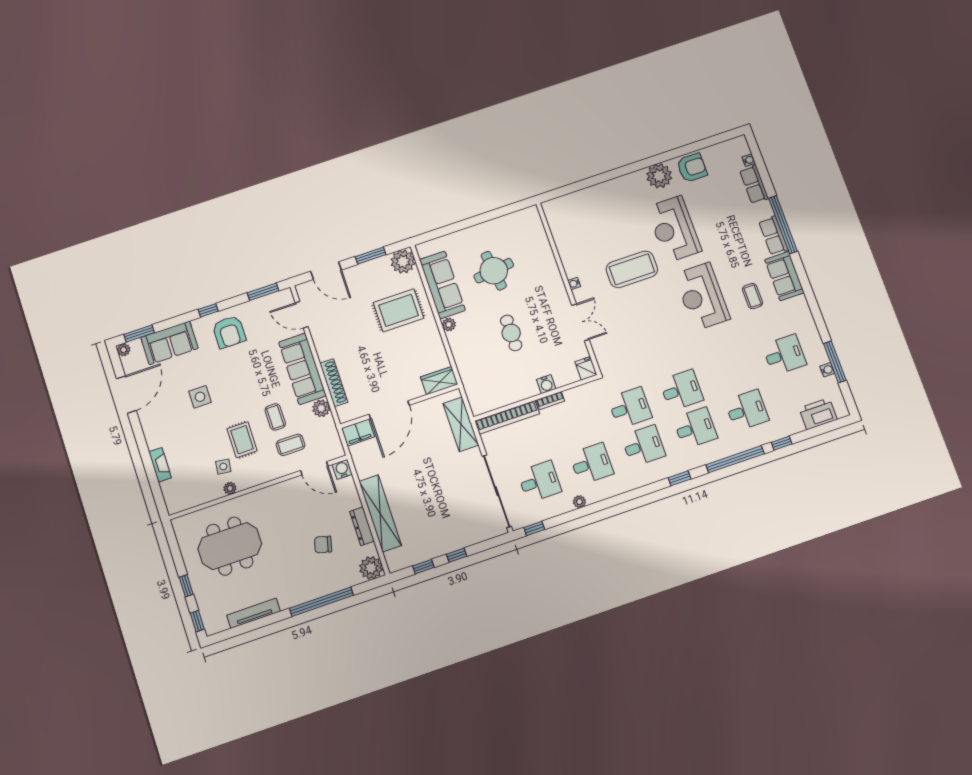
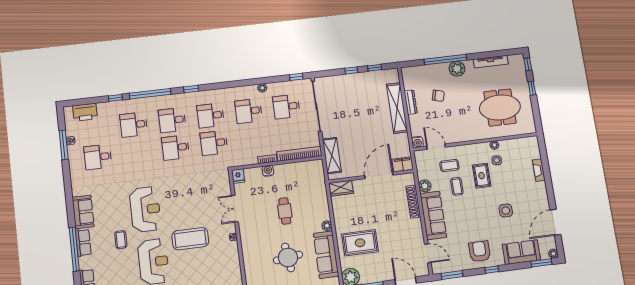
coffee table: (752, 296) -> (121, 240), moved
plant: (371, 568) -> (457, 69), moved

